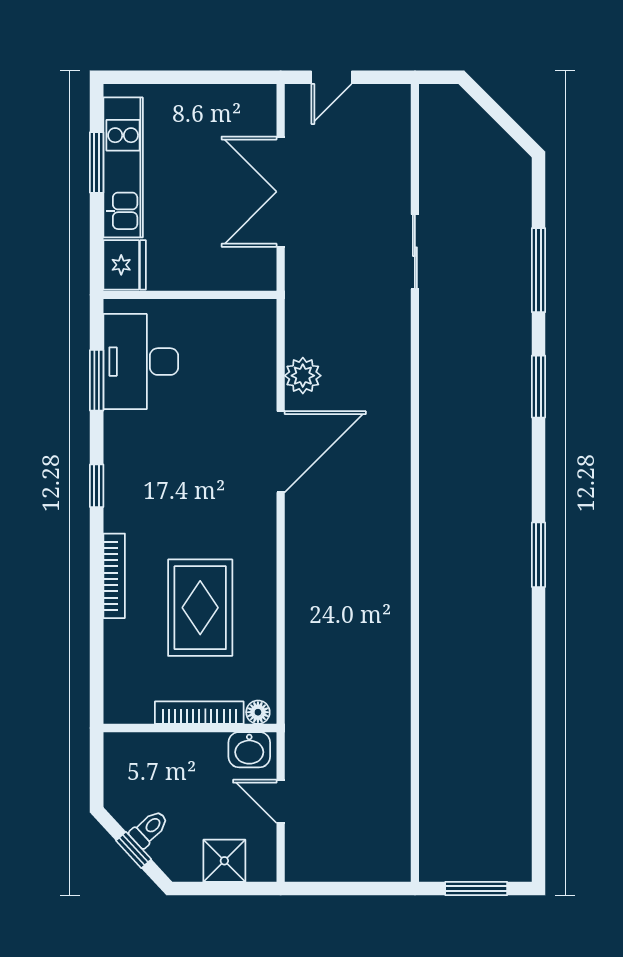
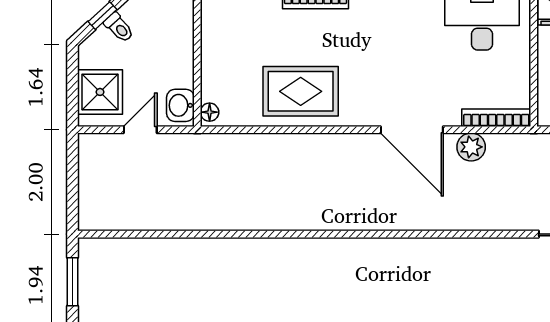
rug: (200, 608) -> (301, 91), moved
bookcase: (199, 713) -> (496, 118), moved, turned -90
shower: (224, 861) -> (100, 92), width x1.36, depth x1.36

